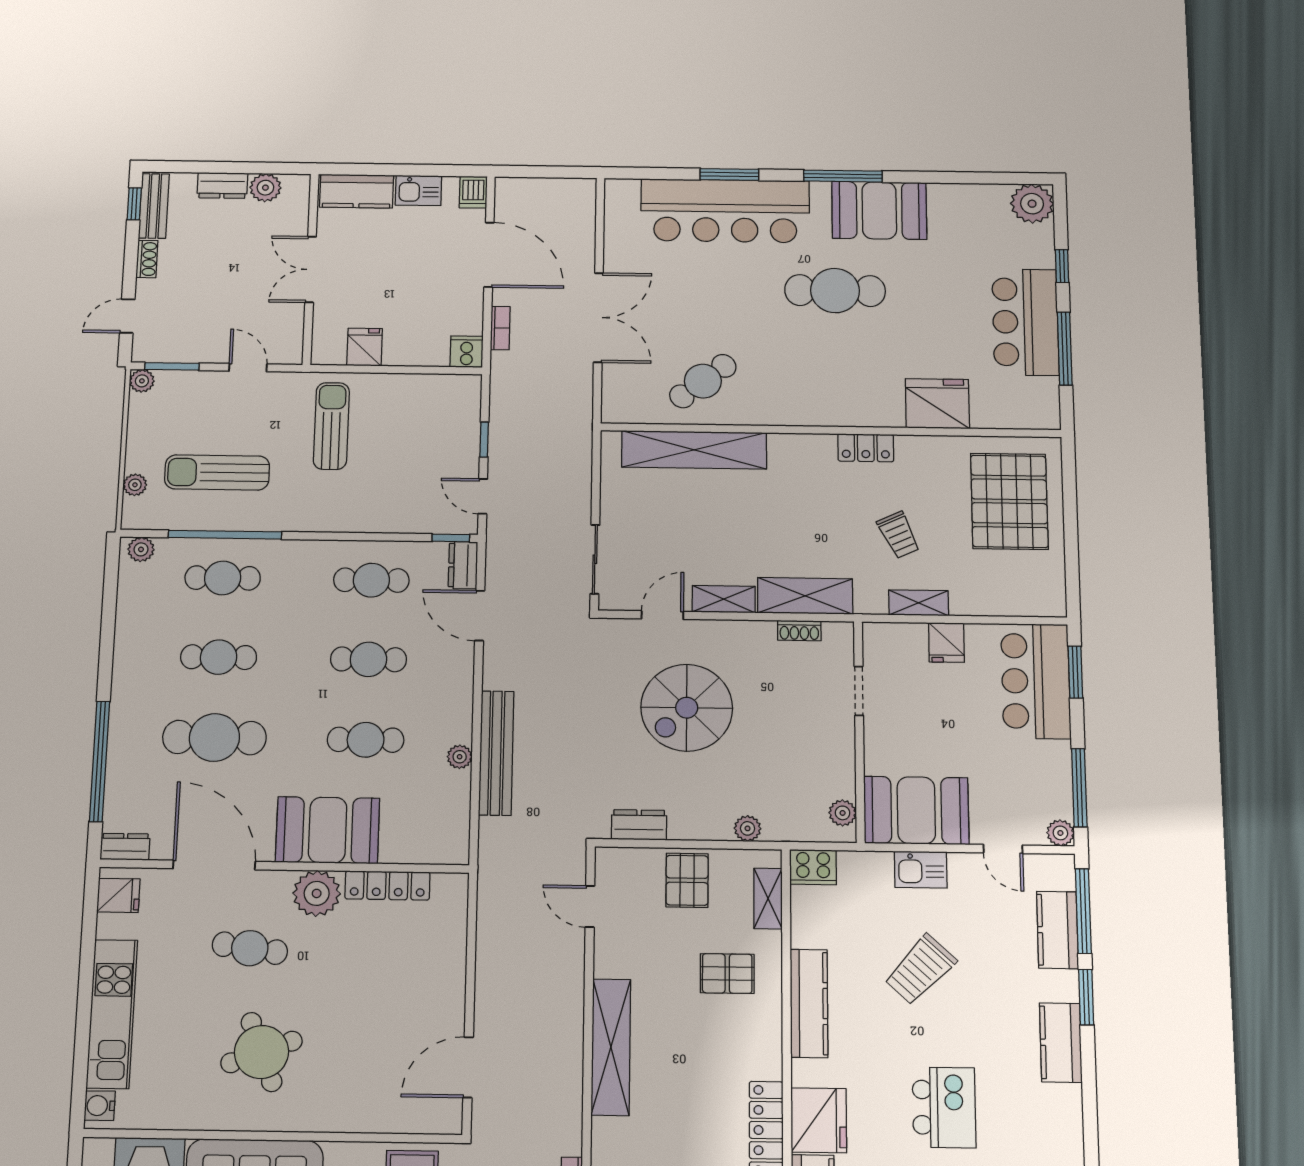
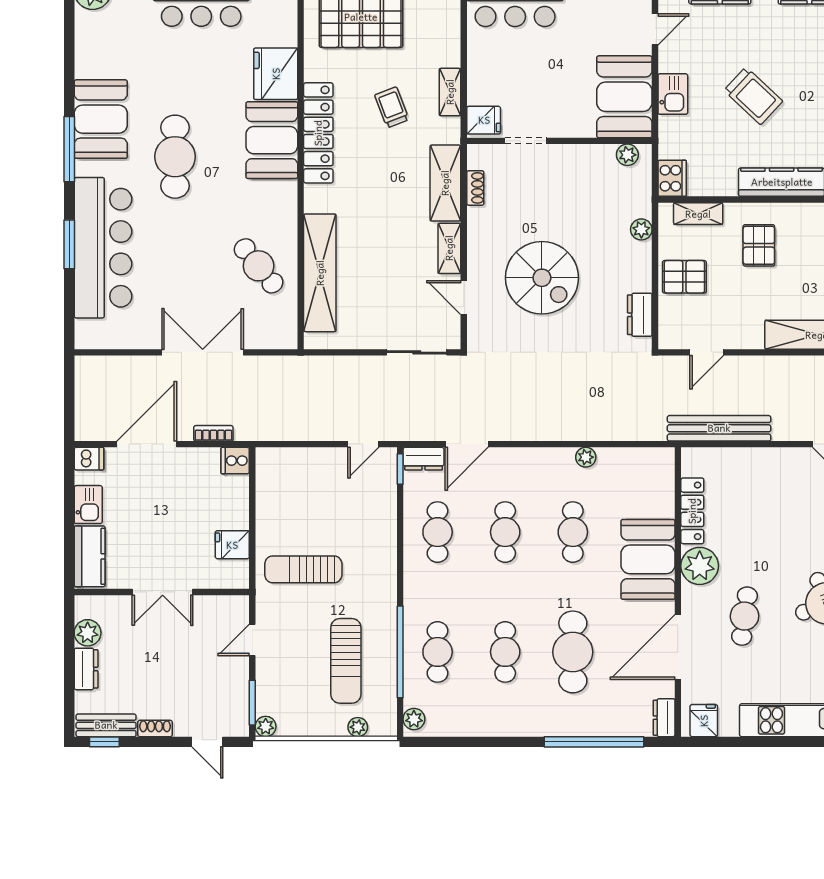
booth: (856, 398) -> (272, 140), added
window: (484, 440) -> (313, 444), removed
locker: (866, 448) -> (318, 133), width x2.16, depth x1.21
trolley: (899, 535) -> (392, 107), turned -86
fridge: (946, 643) -> (484, 120), moved
bench: (496, 753) -> (719, 428), moved

